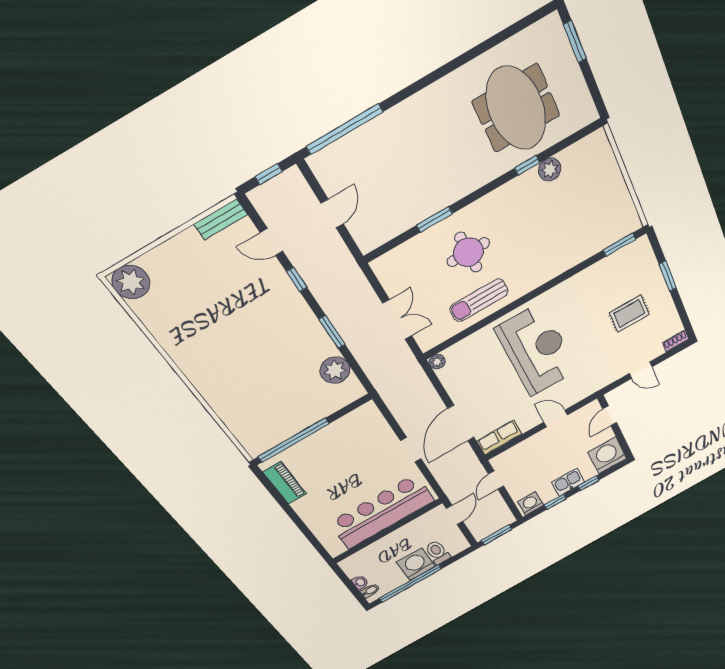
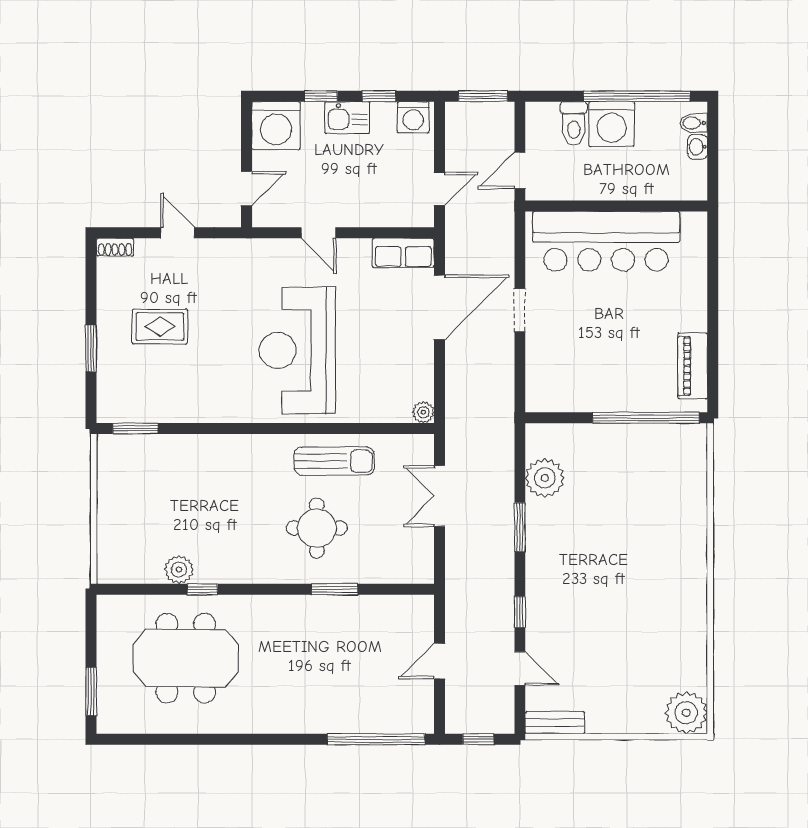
meeting table: (516, 108) -> (186, 658), turned 90

